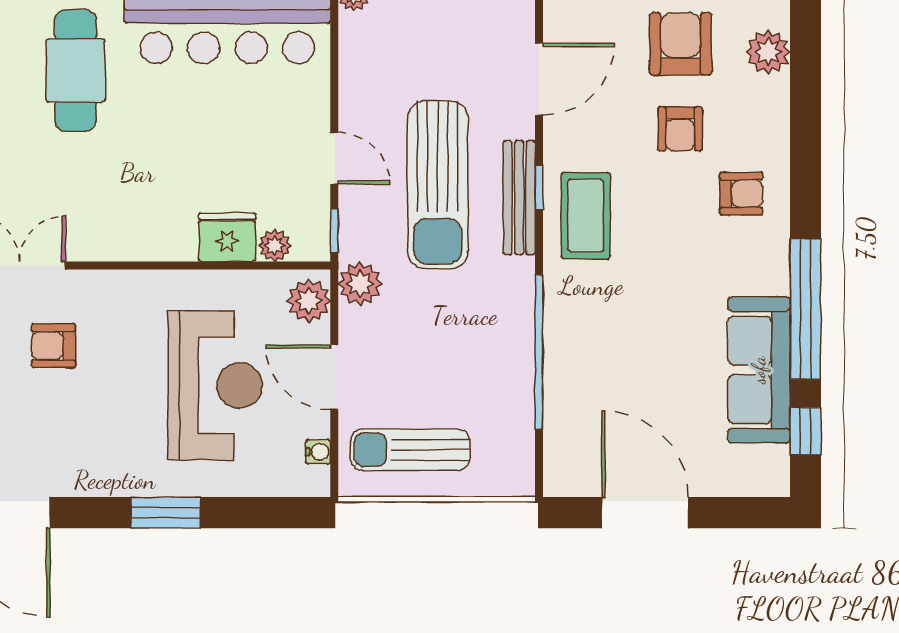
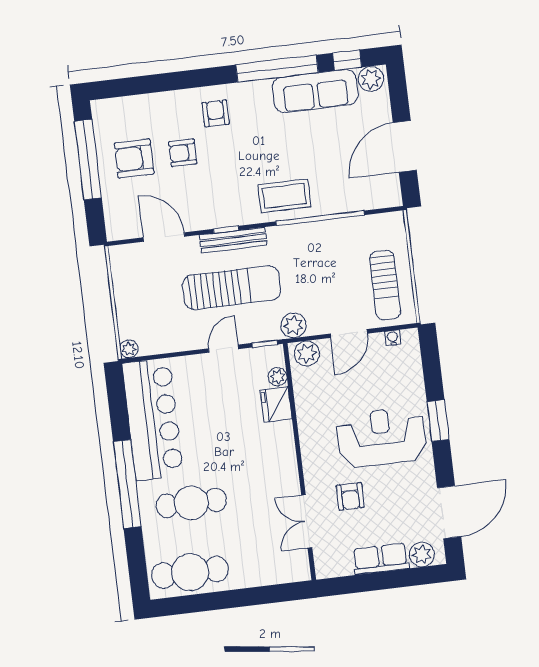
plant: (768, 52) -> (371, 79), moved
armchair: (680, 129) -> (183, 153), turned 180
coffee table: (586, 216) -> (284, 196), moved
reception desk: (215, 385) -> (382, 437), moved

